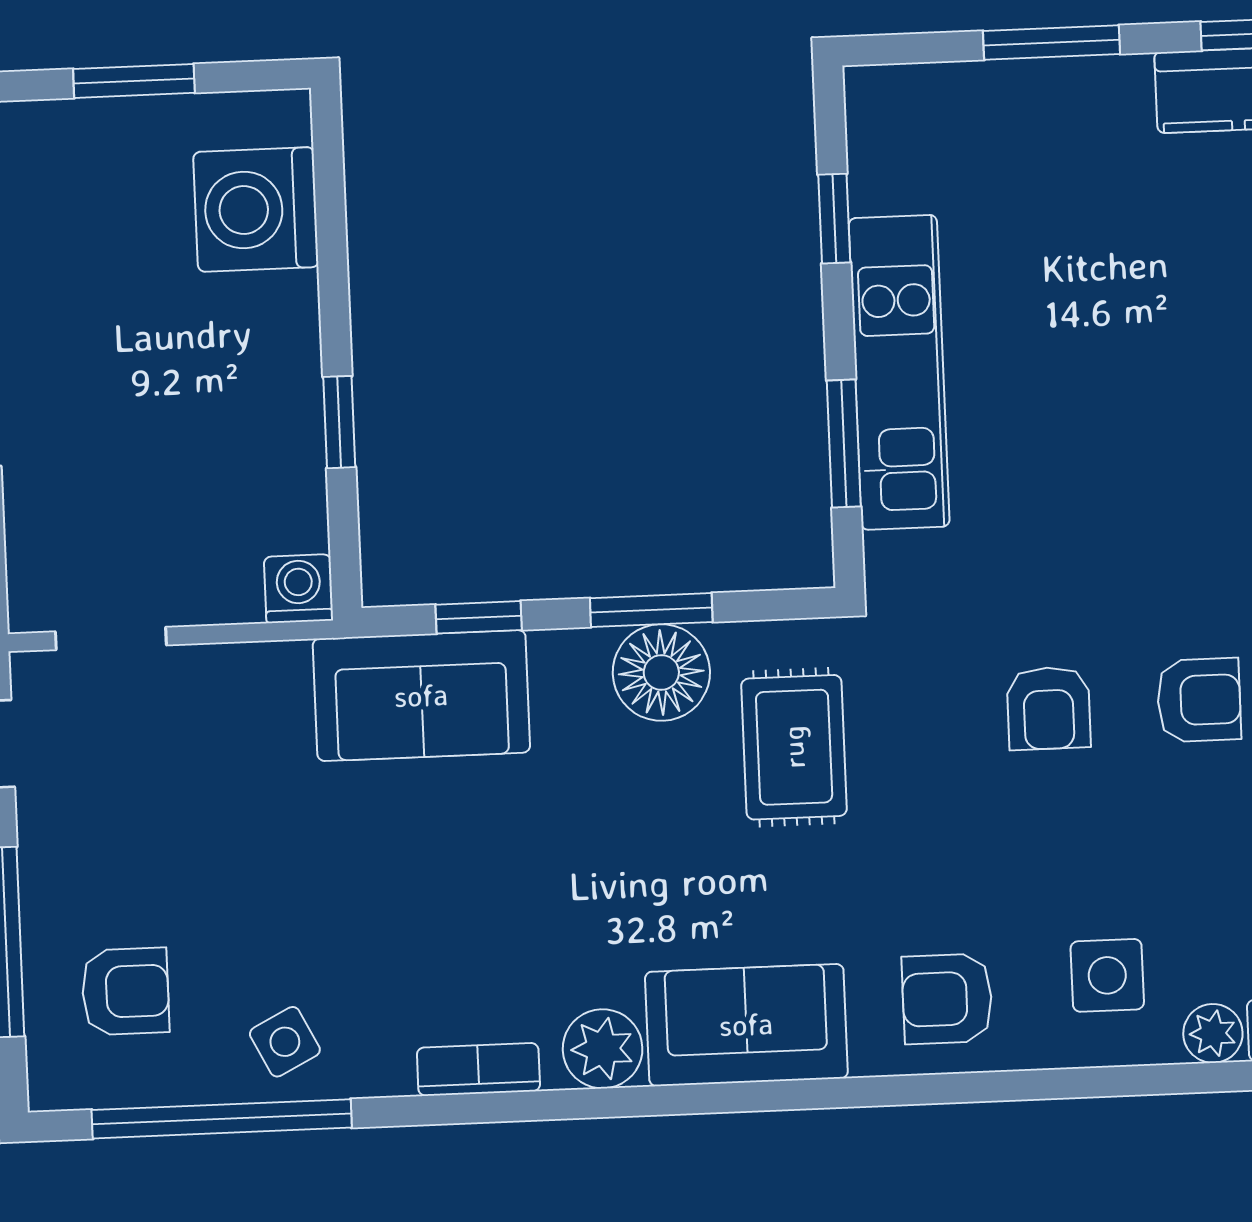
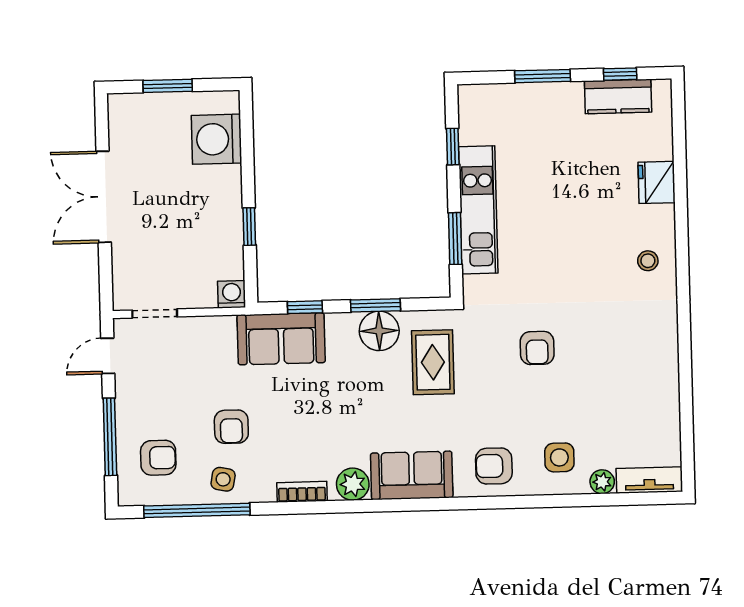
armchair: (1199, 700) -> (231, 427), moved, turned 90
side table: (285, 1042) -> (223, 479), turned 38

